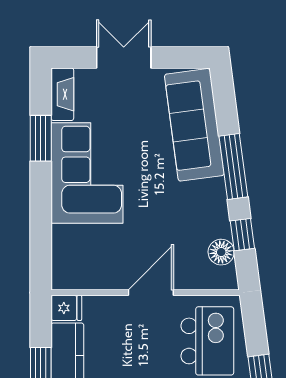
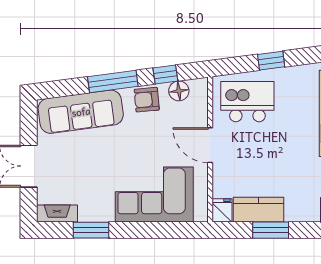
corner sofa: (87, 173) -> (154, 195), moved
armchair: (210, 210) -> (147, 100), added

